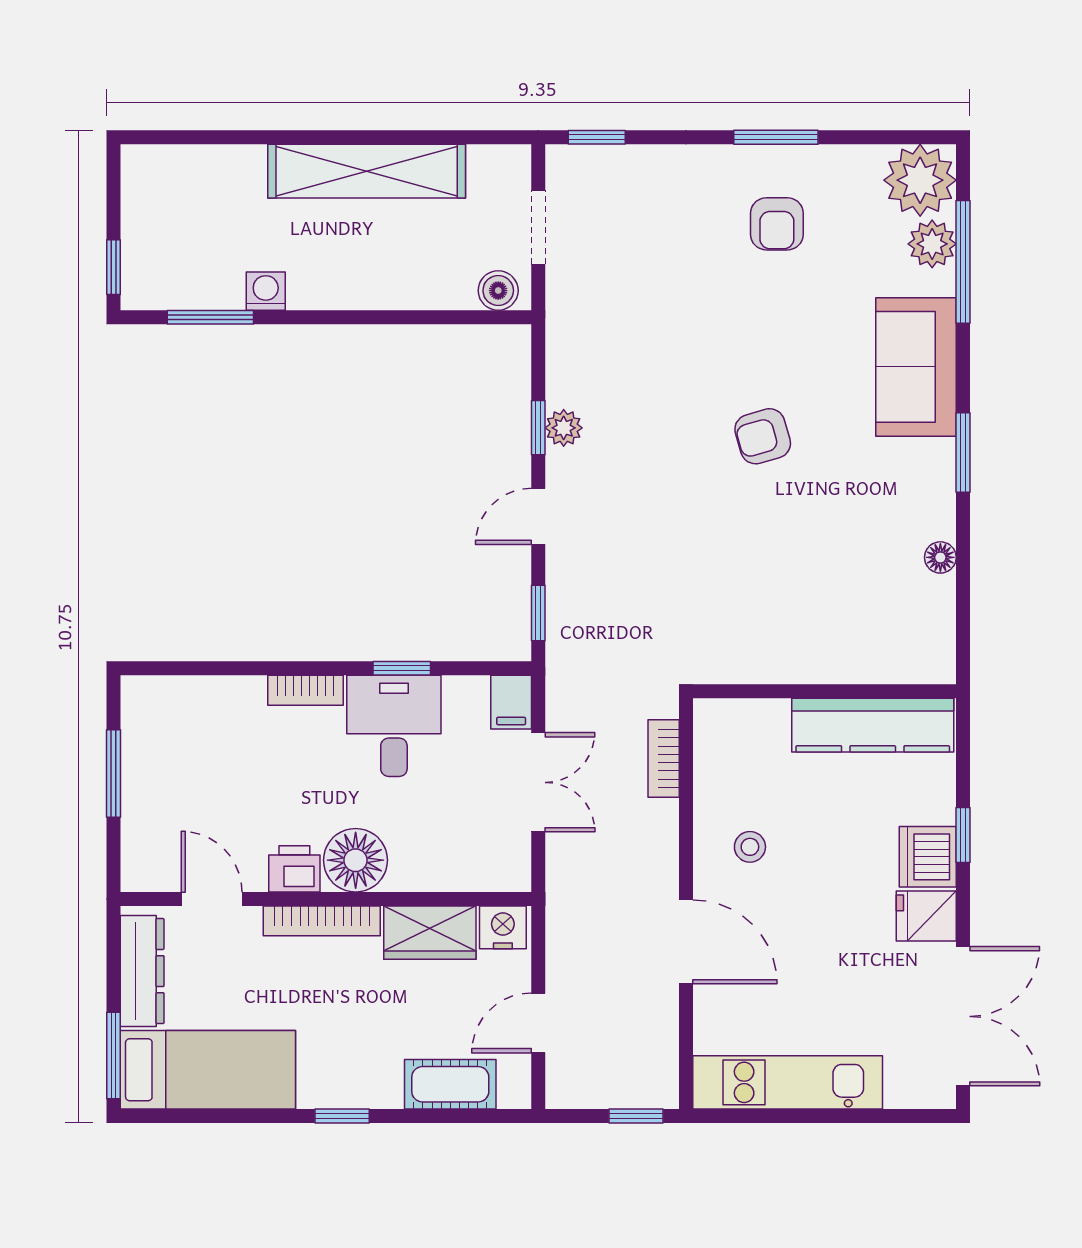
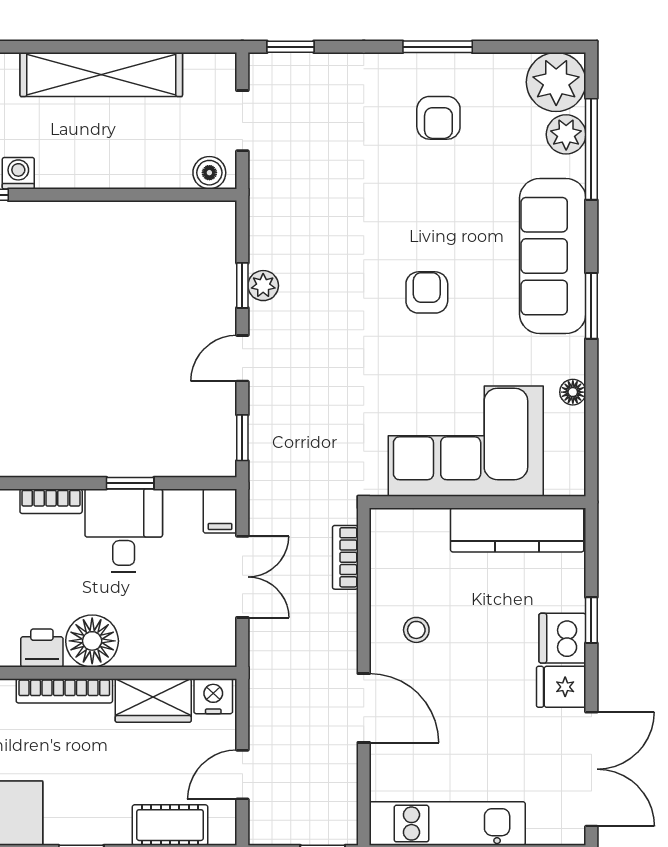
sofa: (916, 367) -> (553, 256), width x1.36
armchair: (763, 436) -> (427, 292), turned 106
corner sofa: (810, 617) -> (466, 441), added

